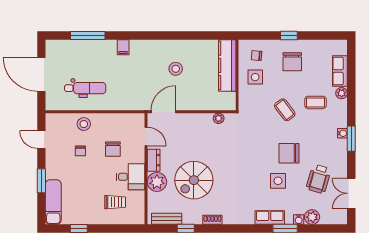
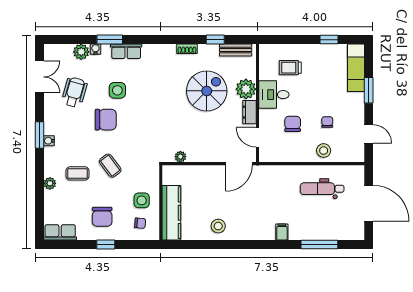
chair: (292, 62) -> (102, 217), turned 180
stool: (176, 69) -> (218, 226), moved
row of seats: (340, 71) -> (60, 232), moved, turned -90

